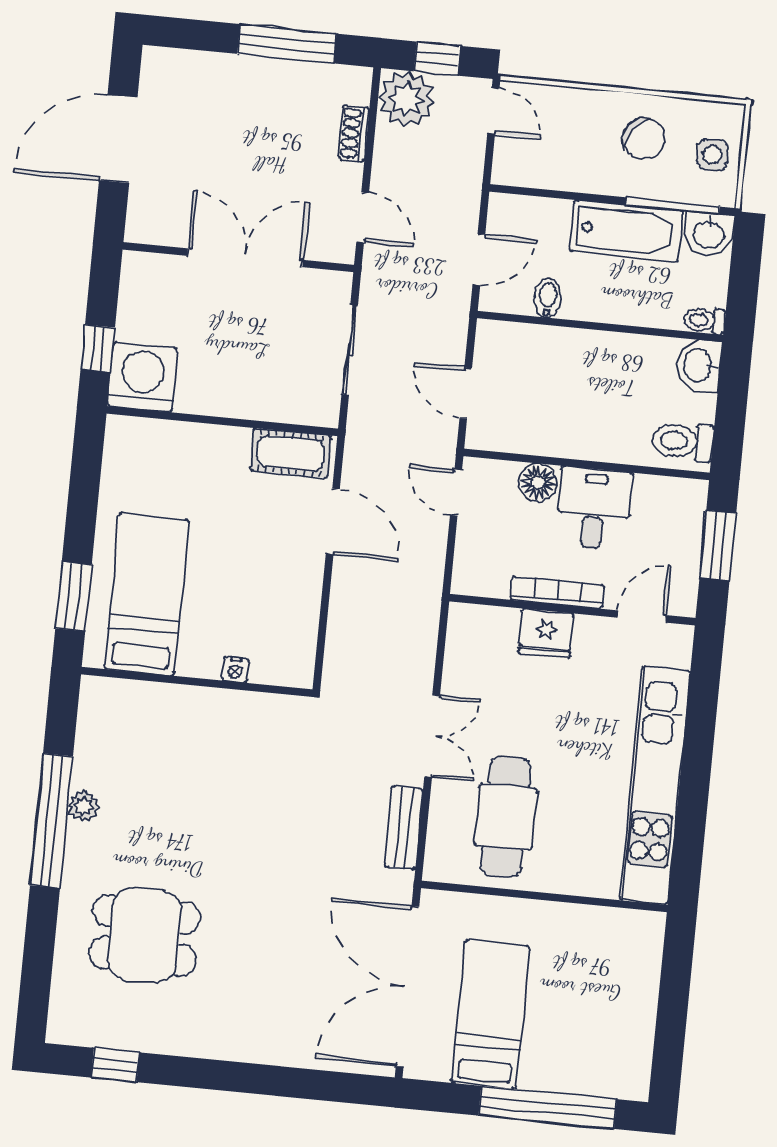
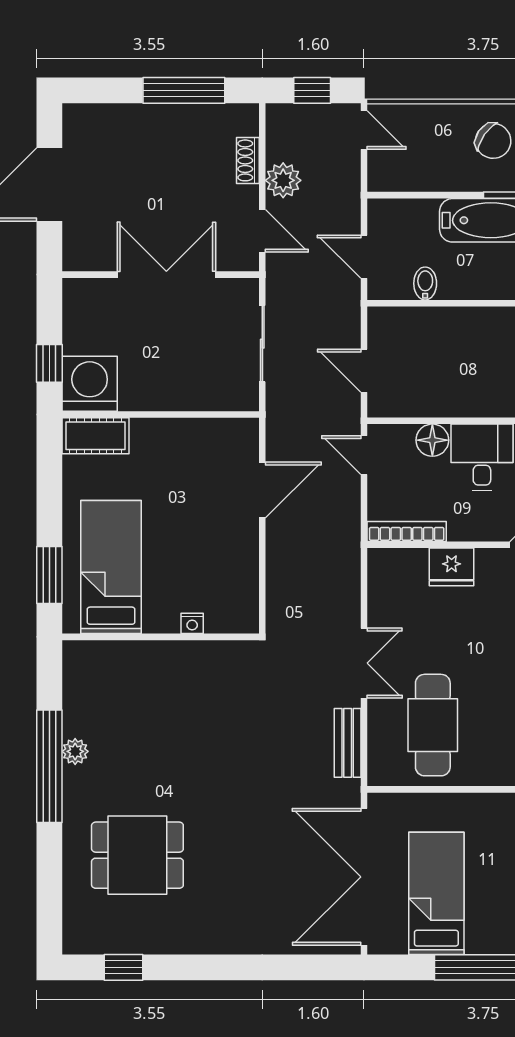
plant: (407, 99) -> (283, 180), moved, width x0.73, depth x0.73
door: (479, 260) -> (364, 257), swing flipped
cot: (291, 453) -> (95, 436), moved
door: (333, 521) -> (262, 490), hinge flipped
bookcase: (557, 592) -> (407, 531), moved

